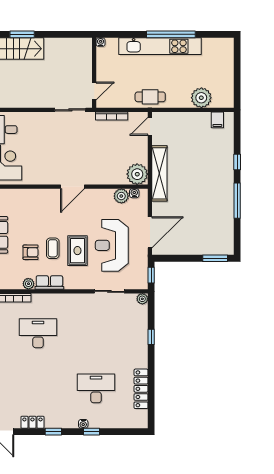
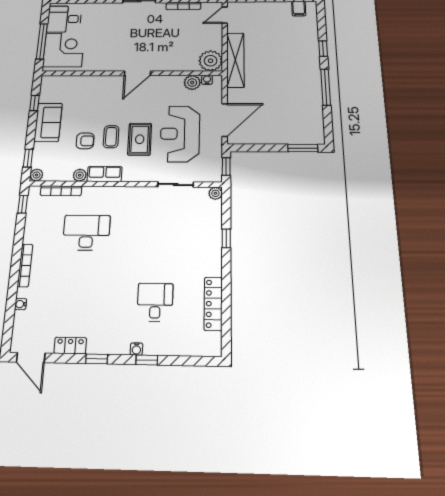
desk: (96, 388) -> (155, 302), width x0.73

